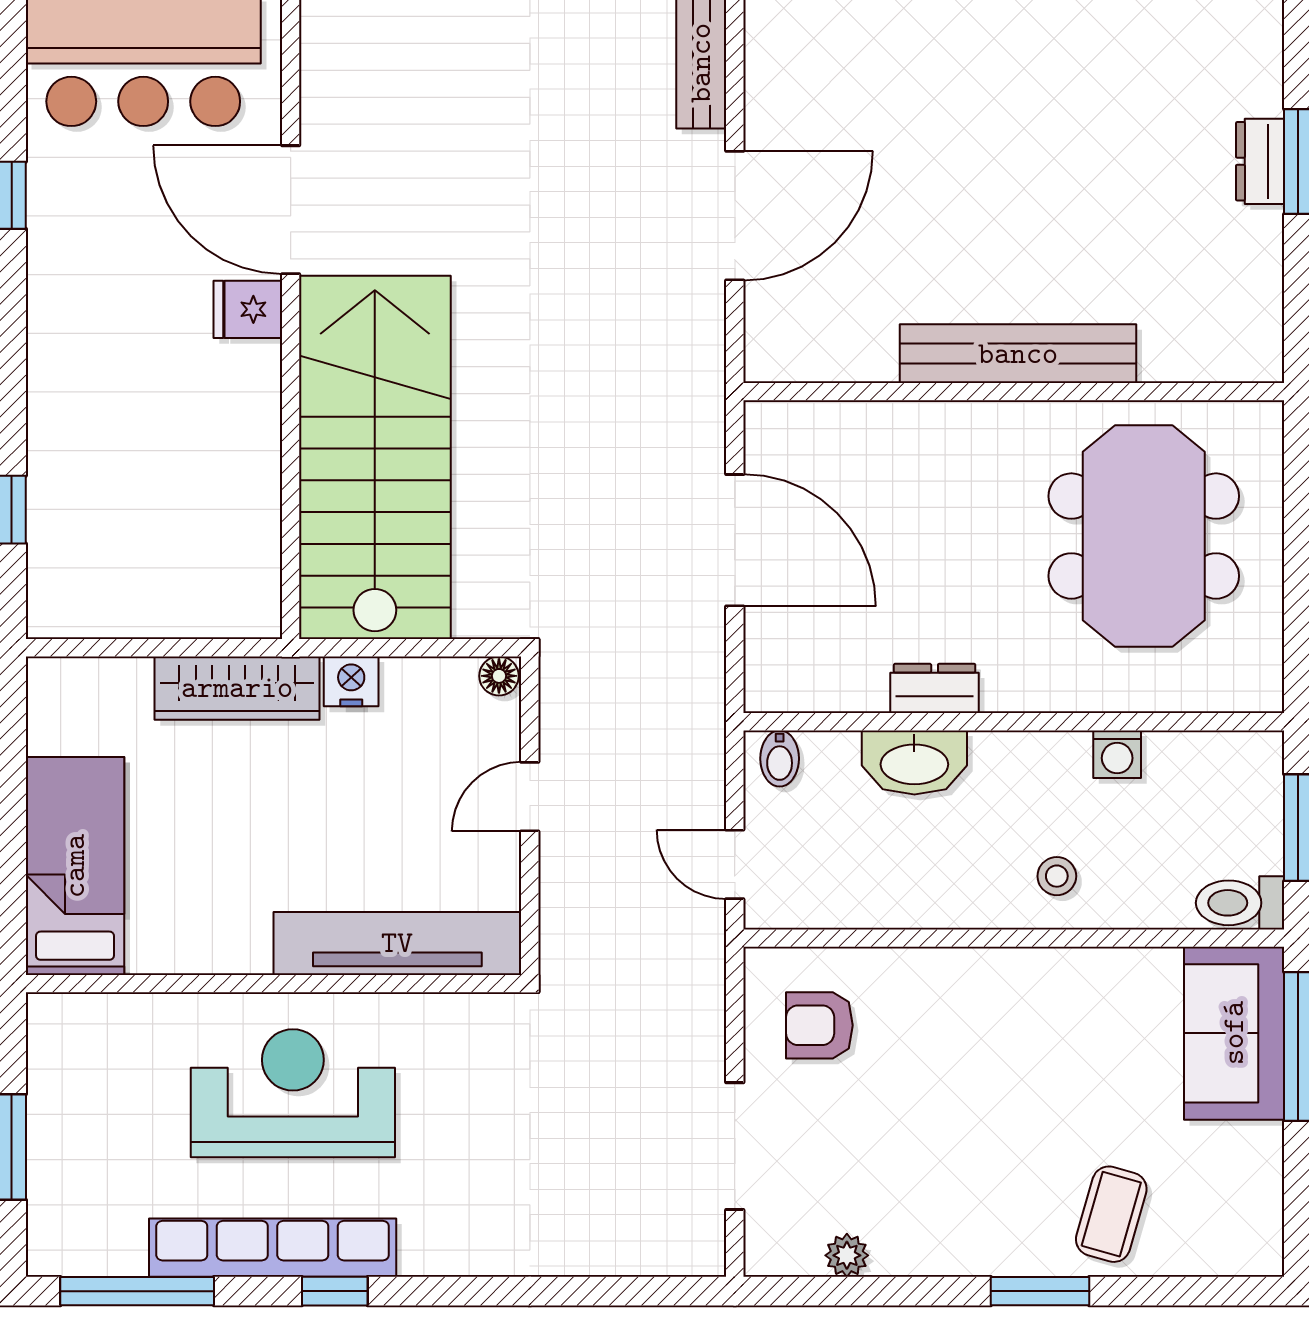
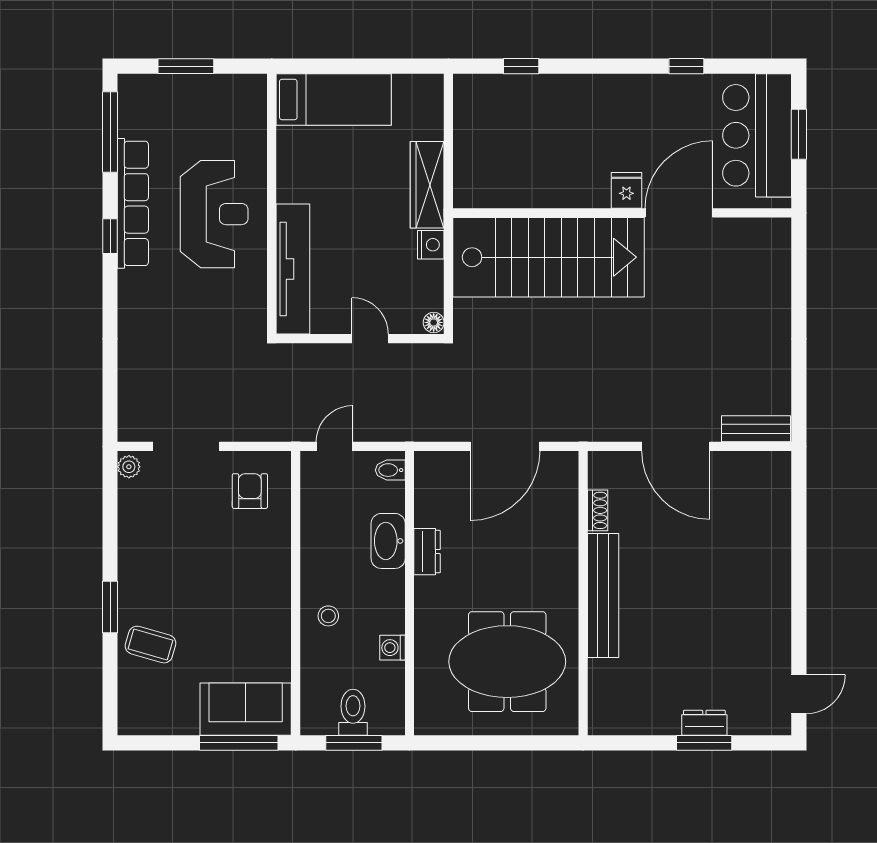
shoe rack: (856, 364) -> (598, 510), added
toilet: (1240, 903) -> (353, 712), moved
plant: (847, 1255) -> (129, 467), moved

